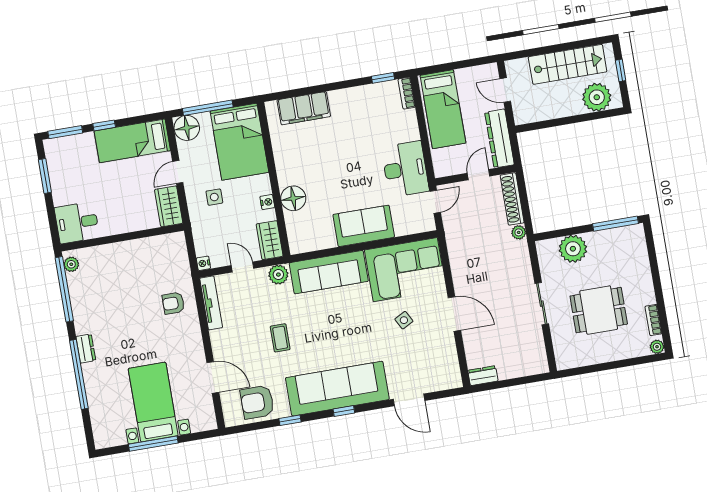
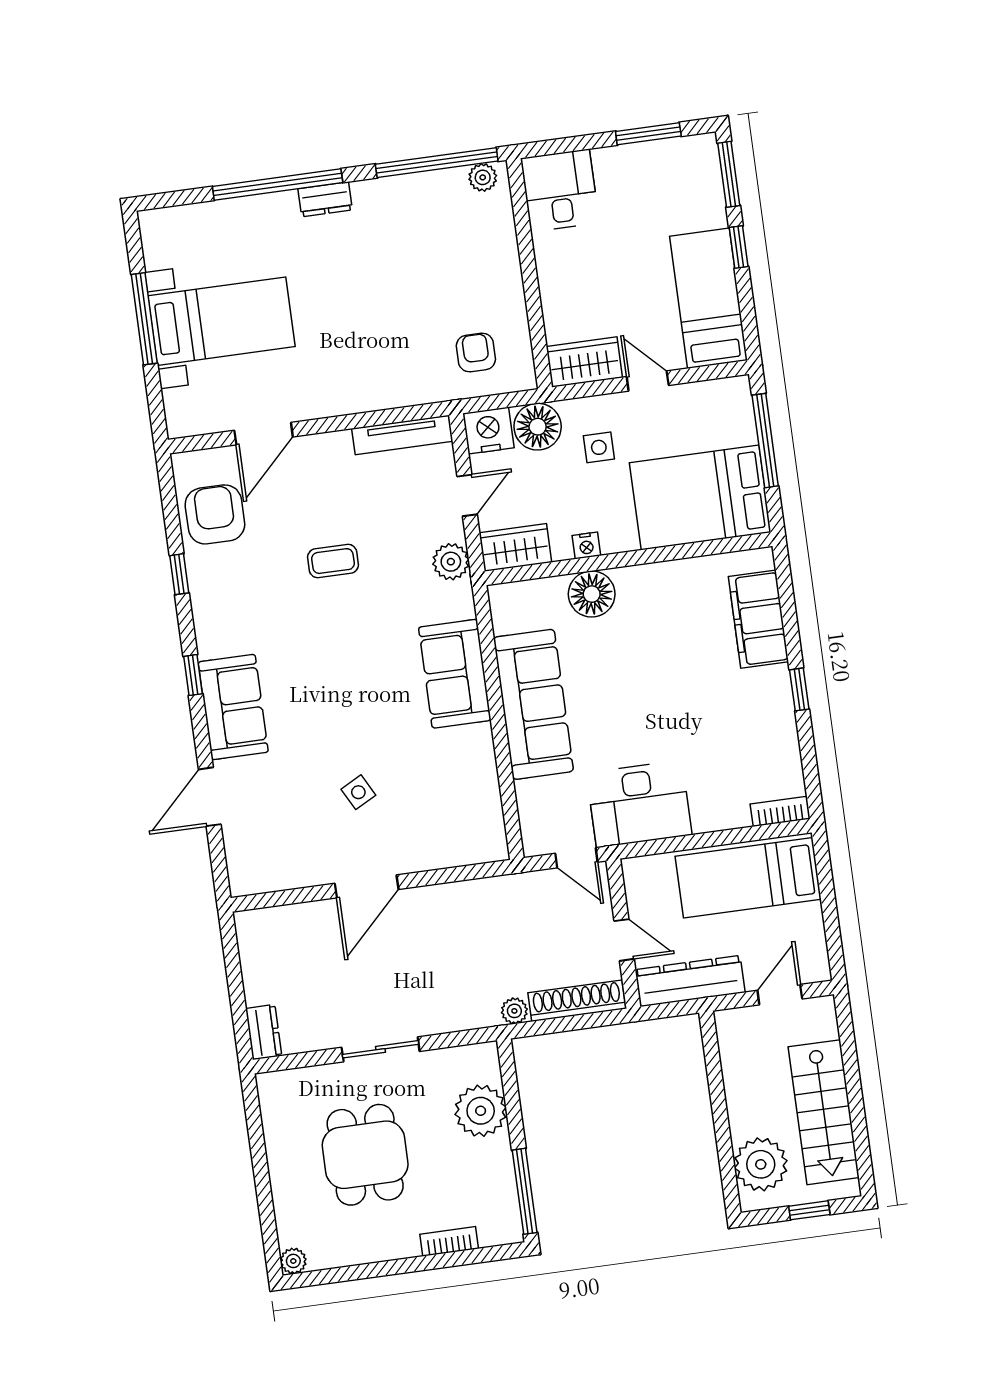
window: (383, 78) -> (799, 689), moved
floor lamp: (187, 128) -> (538, 427), moved
sofa: (364, 226) -> (533, 704), width x1.36
nightstand: (203, 263) -> (488, 431), width x1.89, depth x1.79
corner sofa: (405, 270) -> (452, 798), removed
sofa: (329, 272) -> (455, 674), width x0.73
armchair: (173, 303) -> (476, 352), moved
bookcase: (653, 320) -> (449, 1241), moved
dresser: (483, 376) -> (264, 1032), moved
sofa: (337, 389) -> (233, 707), width x0.54, depth x0.79

